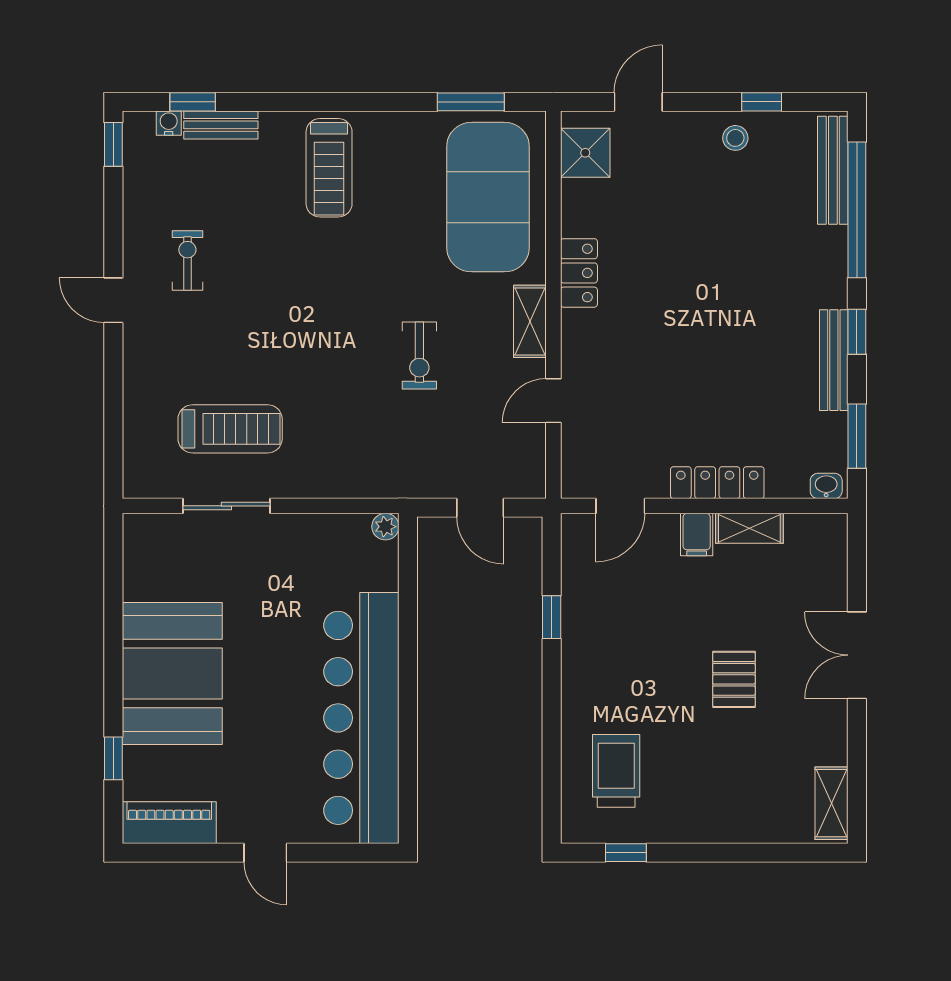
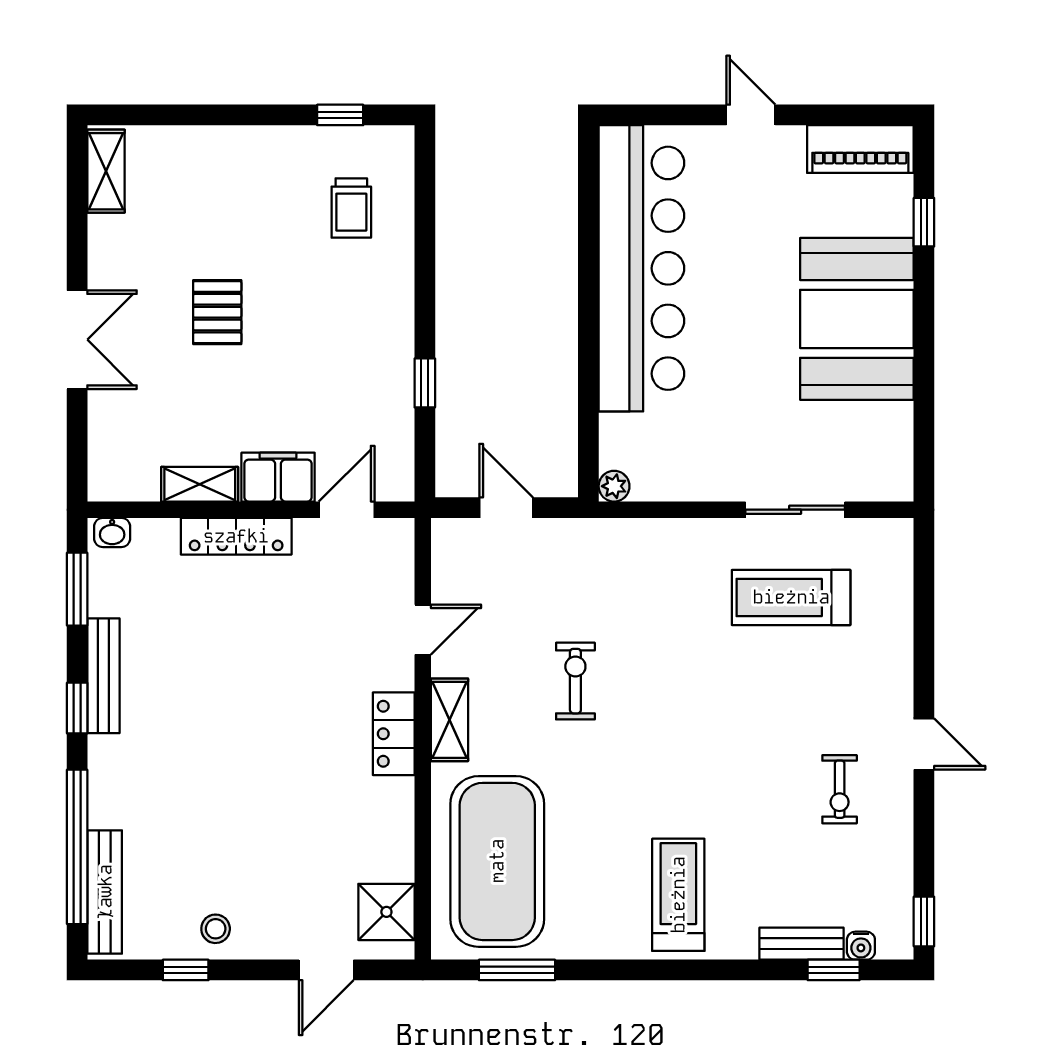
locker: (579, 273) -> (394, 734), moved
filing cabinet: (697, 535) -> (278, 477), width x2.00
trolley: (616, 771) -> (351, 208), width x0.73, depth x0.72

